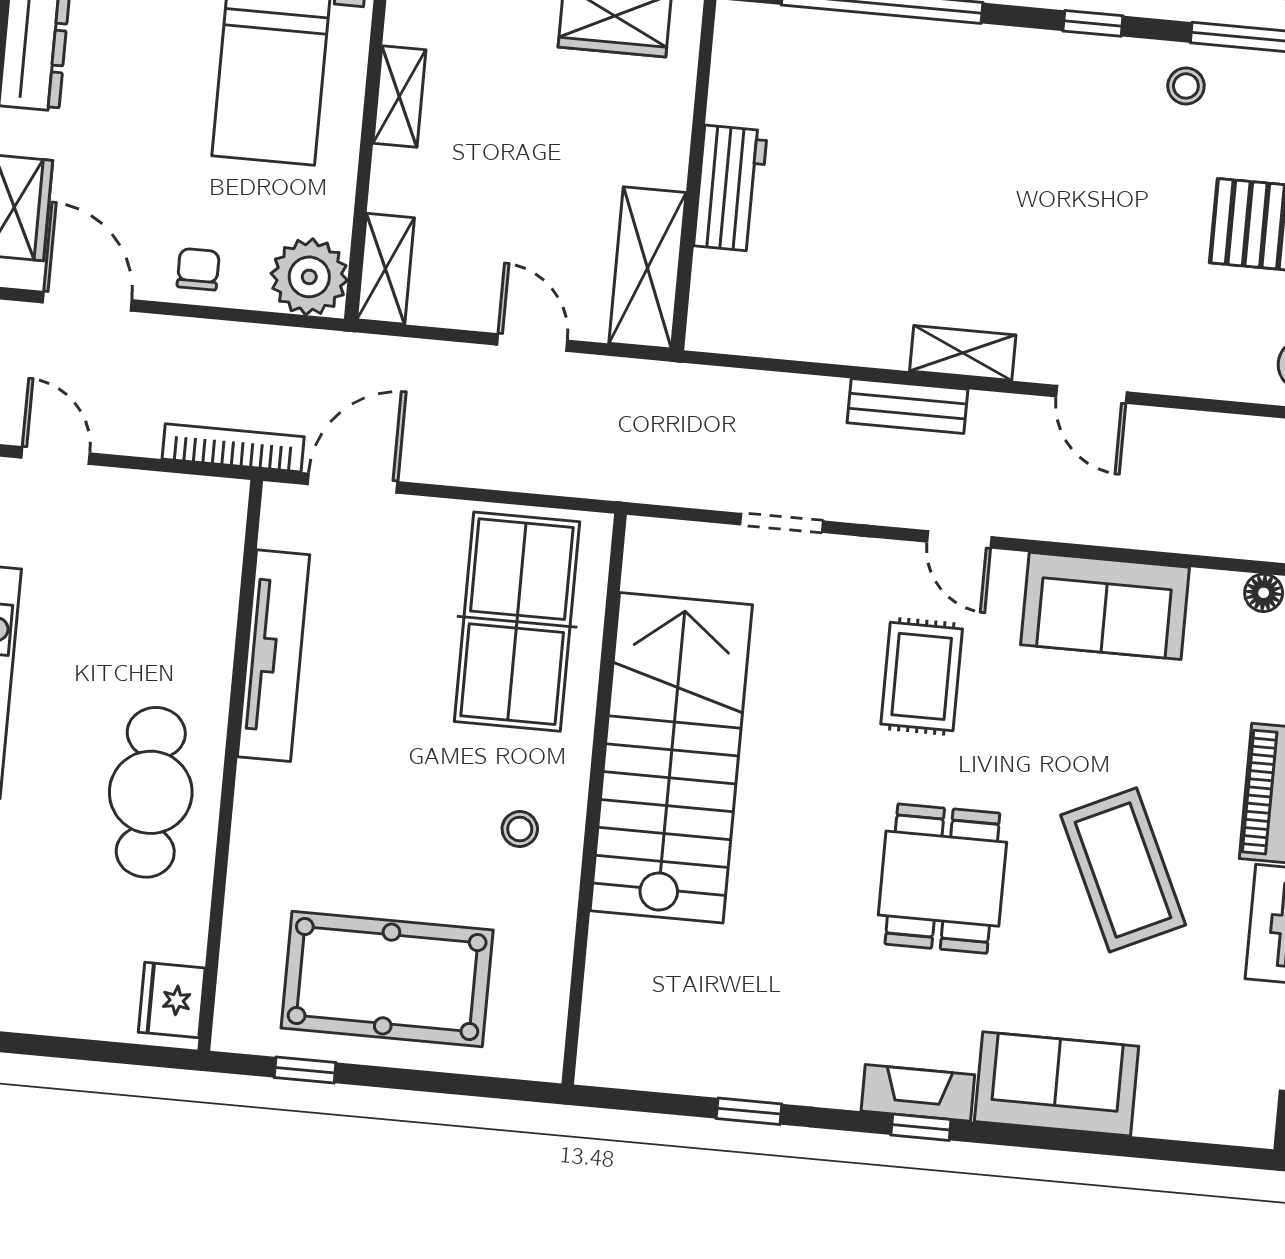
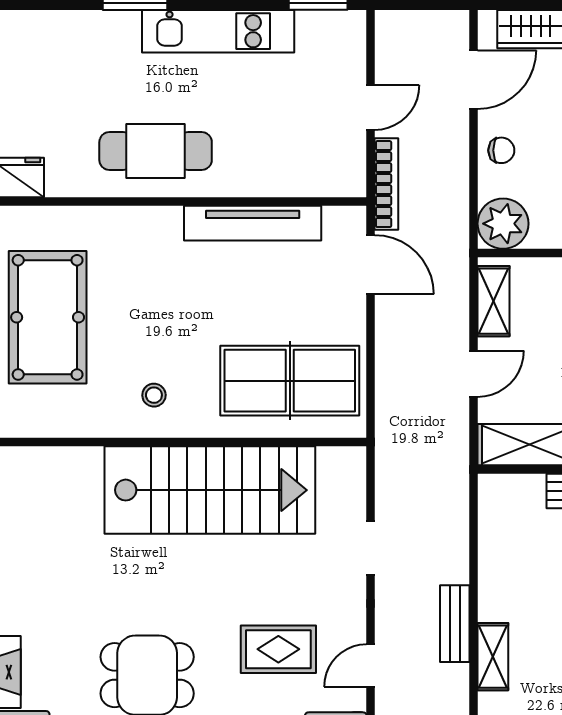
shelving: (385, 269) -> (494, 301), moved, turned 90
door: (56, 456) -> (370, 107), moved

